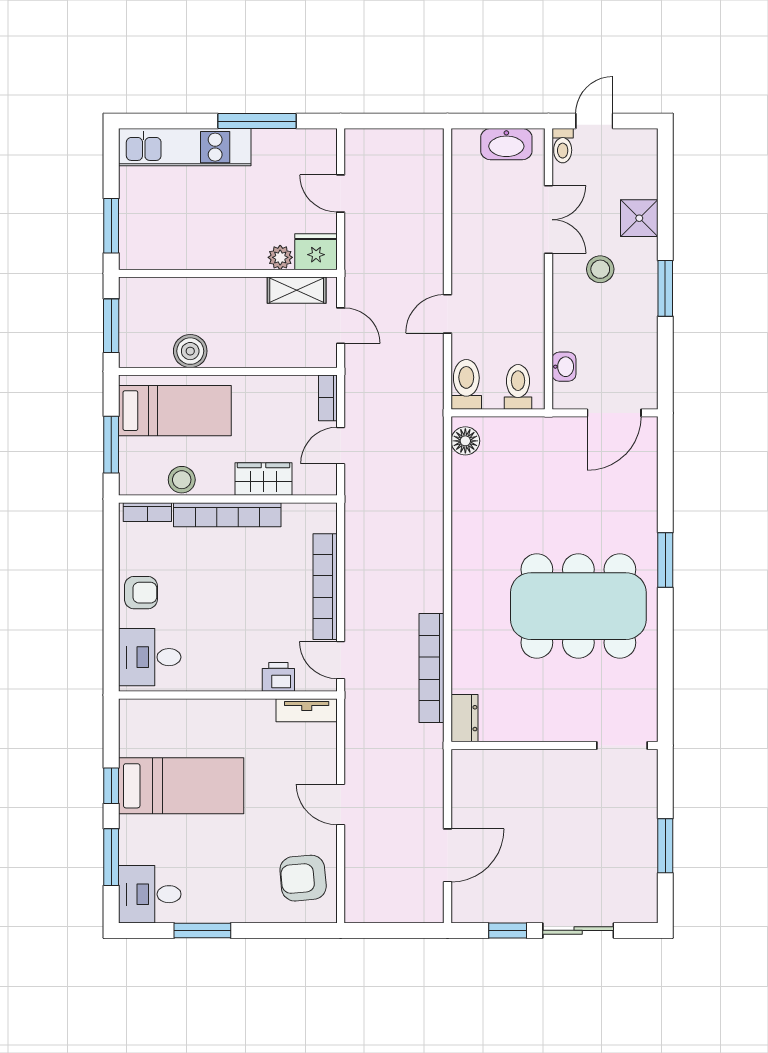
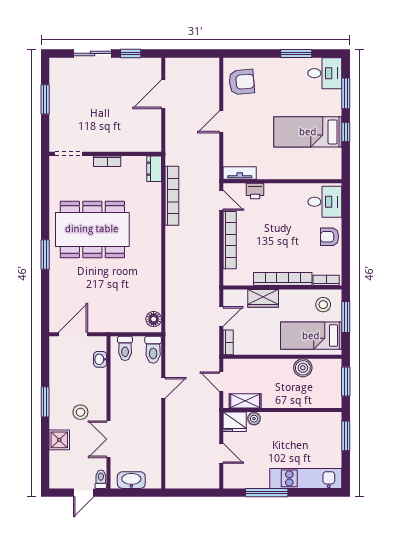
stool: (182, 480) -> (323, 305), moved
bookcase: (551, 732) -> (107, 161), added
door: (341, 805) -> (221, 122), swing flipped

